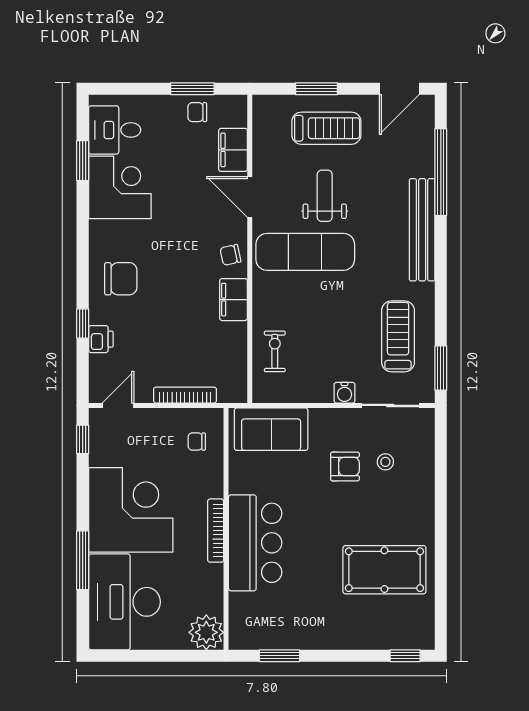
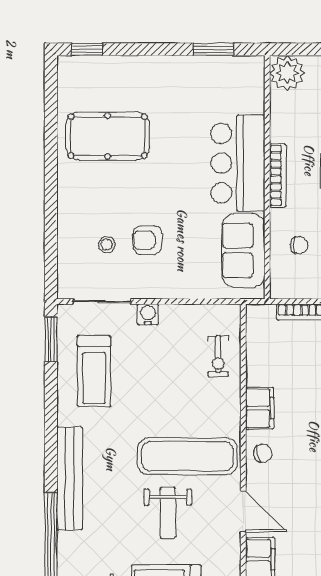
sofa: (271, 429) -> (243, 250), moved, turned -90
chair: (197, 442) -> (299, 245), moved

